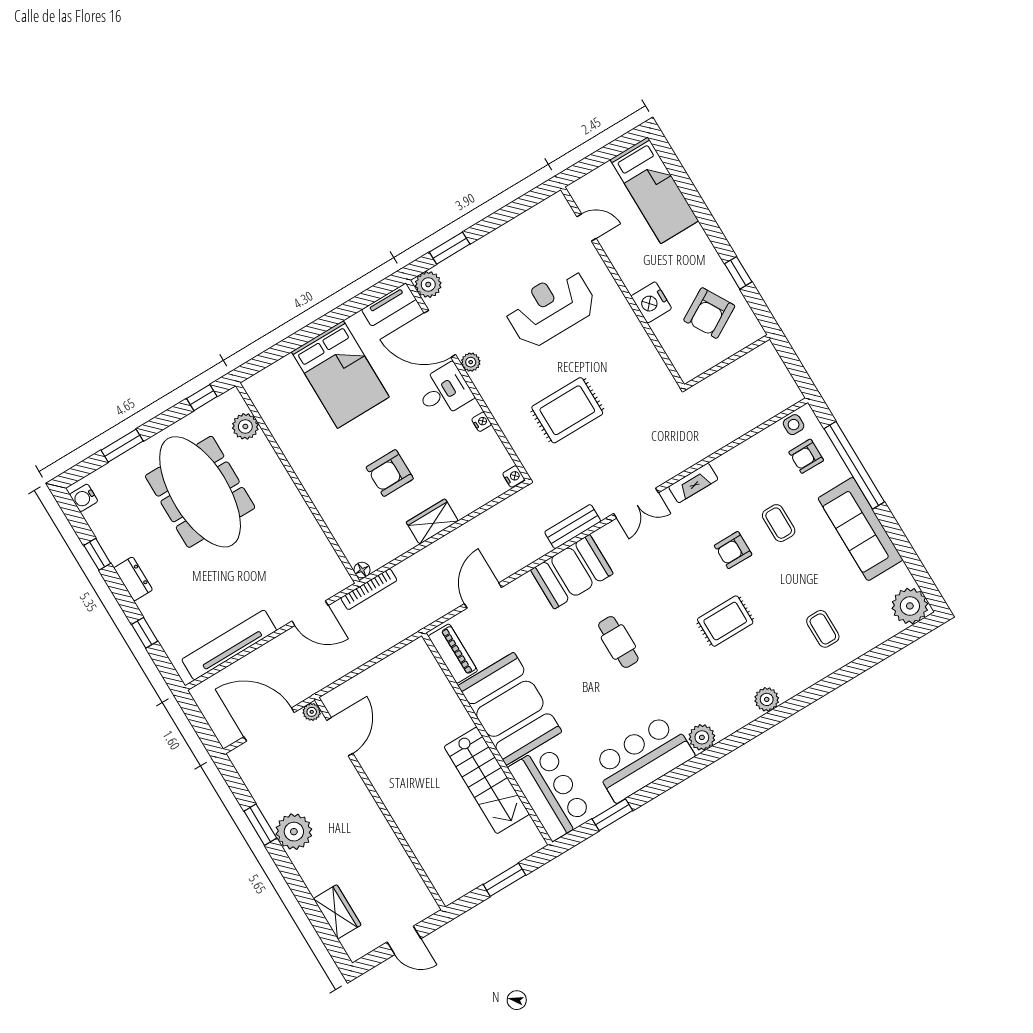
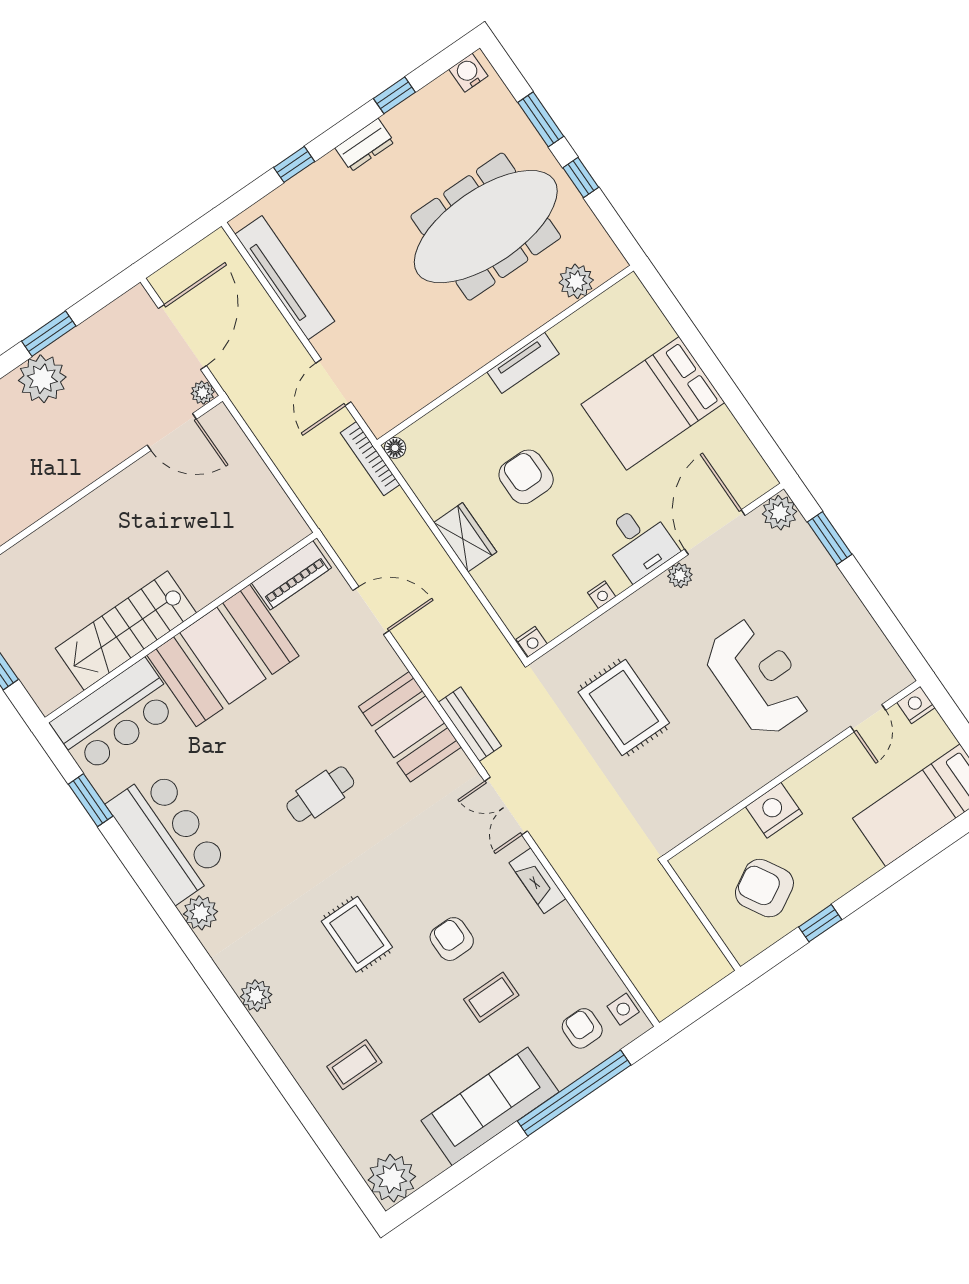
nightstand: (579, 191) -> (916, 705), added
tv unit: (389, 305) -> (523, 363), moved, turned -90
window: (202, 398) -> (581, 178), moved

